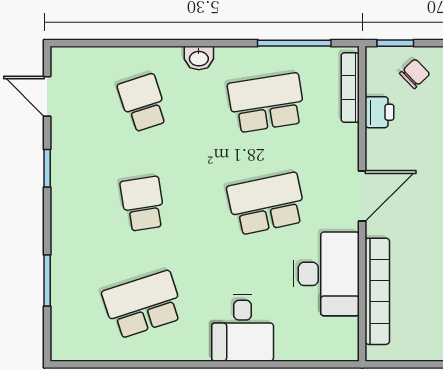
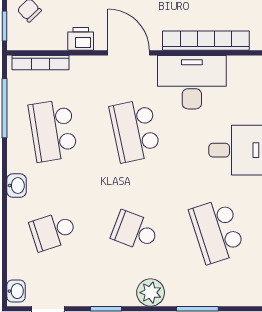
washbasin: (69, 57) -> (16, 291), added
printer: (379, 112) -> (81, 39), moved
school desk: (143, 204) -> (135, 231), turned 30
plant: (67, 223) -> (151, 293), added

